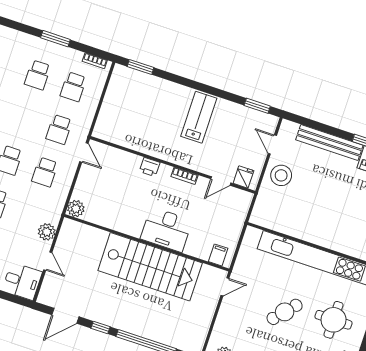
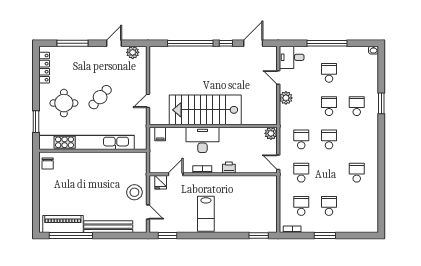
plant: (76, 209) -> (271, 133), moved
desk: (166, 229) -> (202, 140), moved
wall: (147, 243) -> (213, 126), moved
filing cabinet: (218, 255) -> (160, 134), moved
stairs: (150, 267) -> (205, 110), moved

